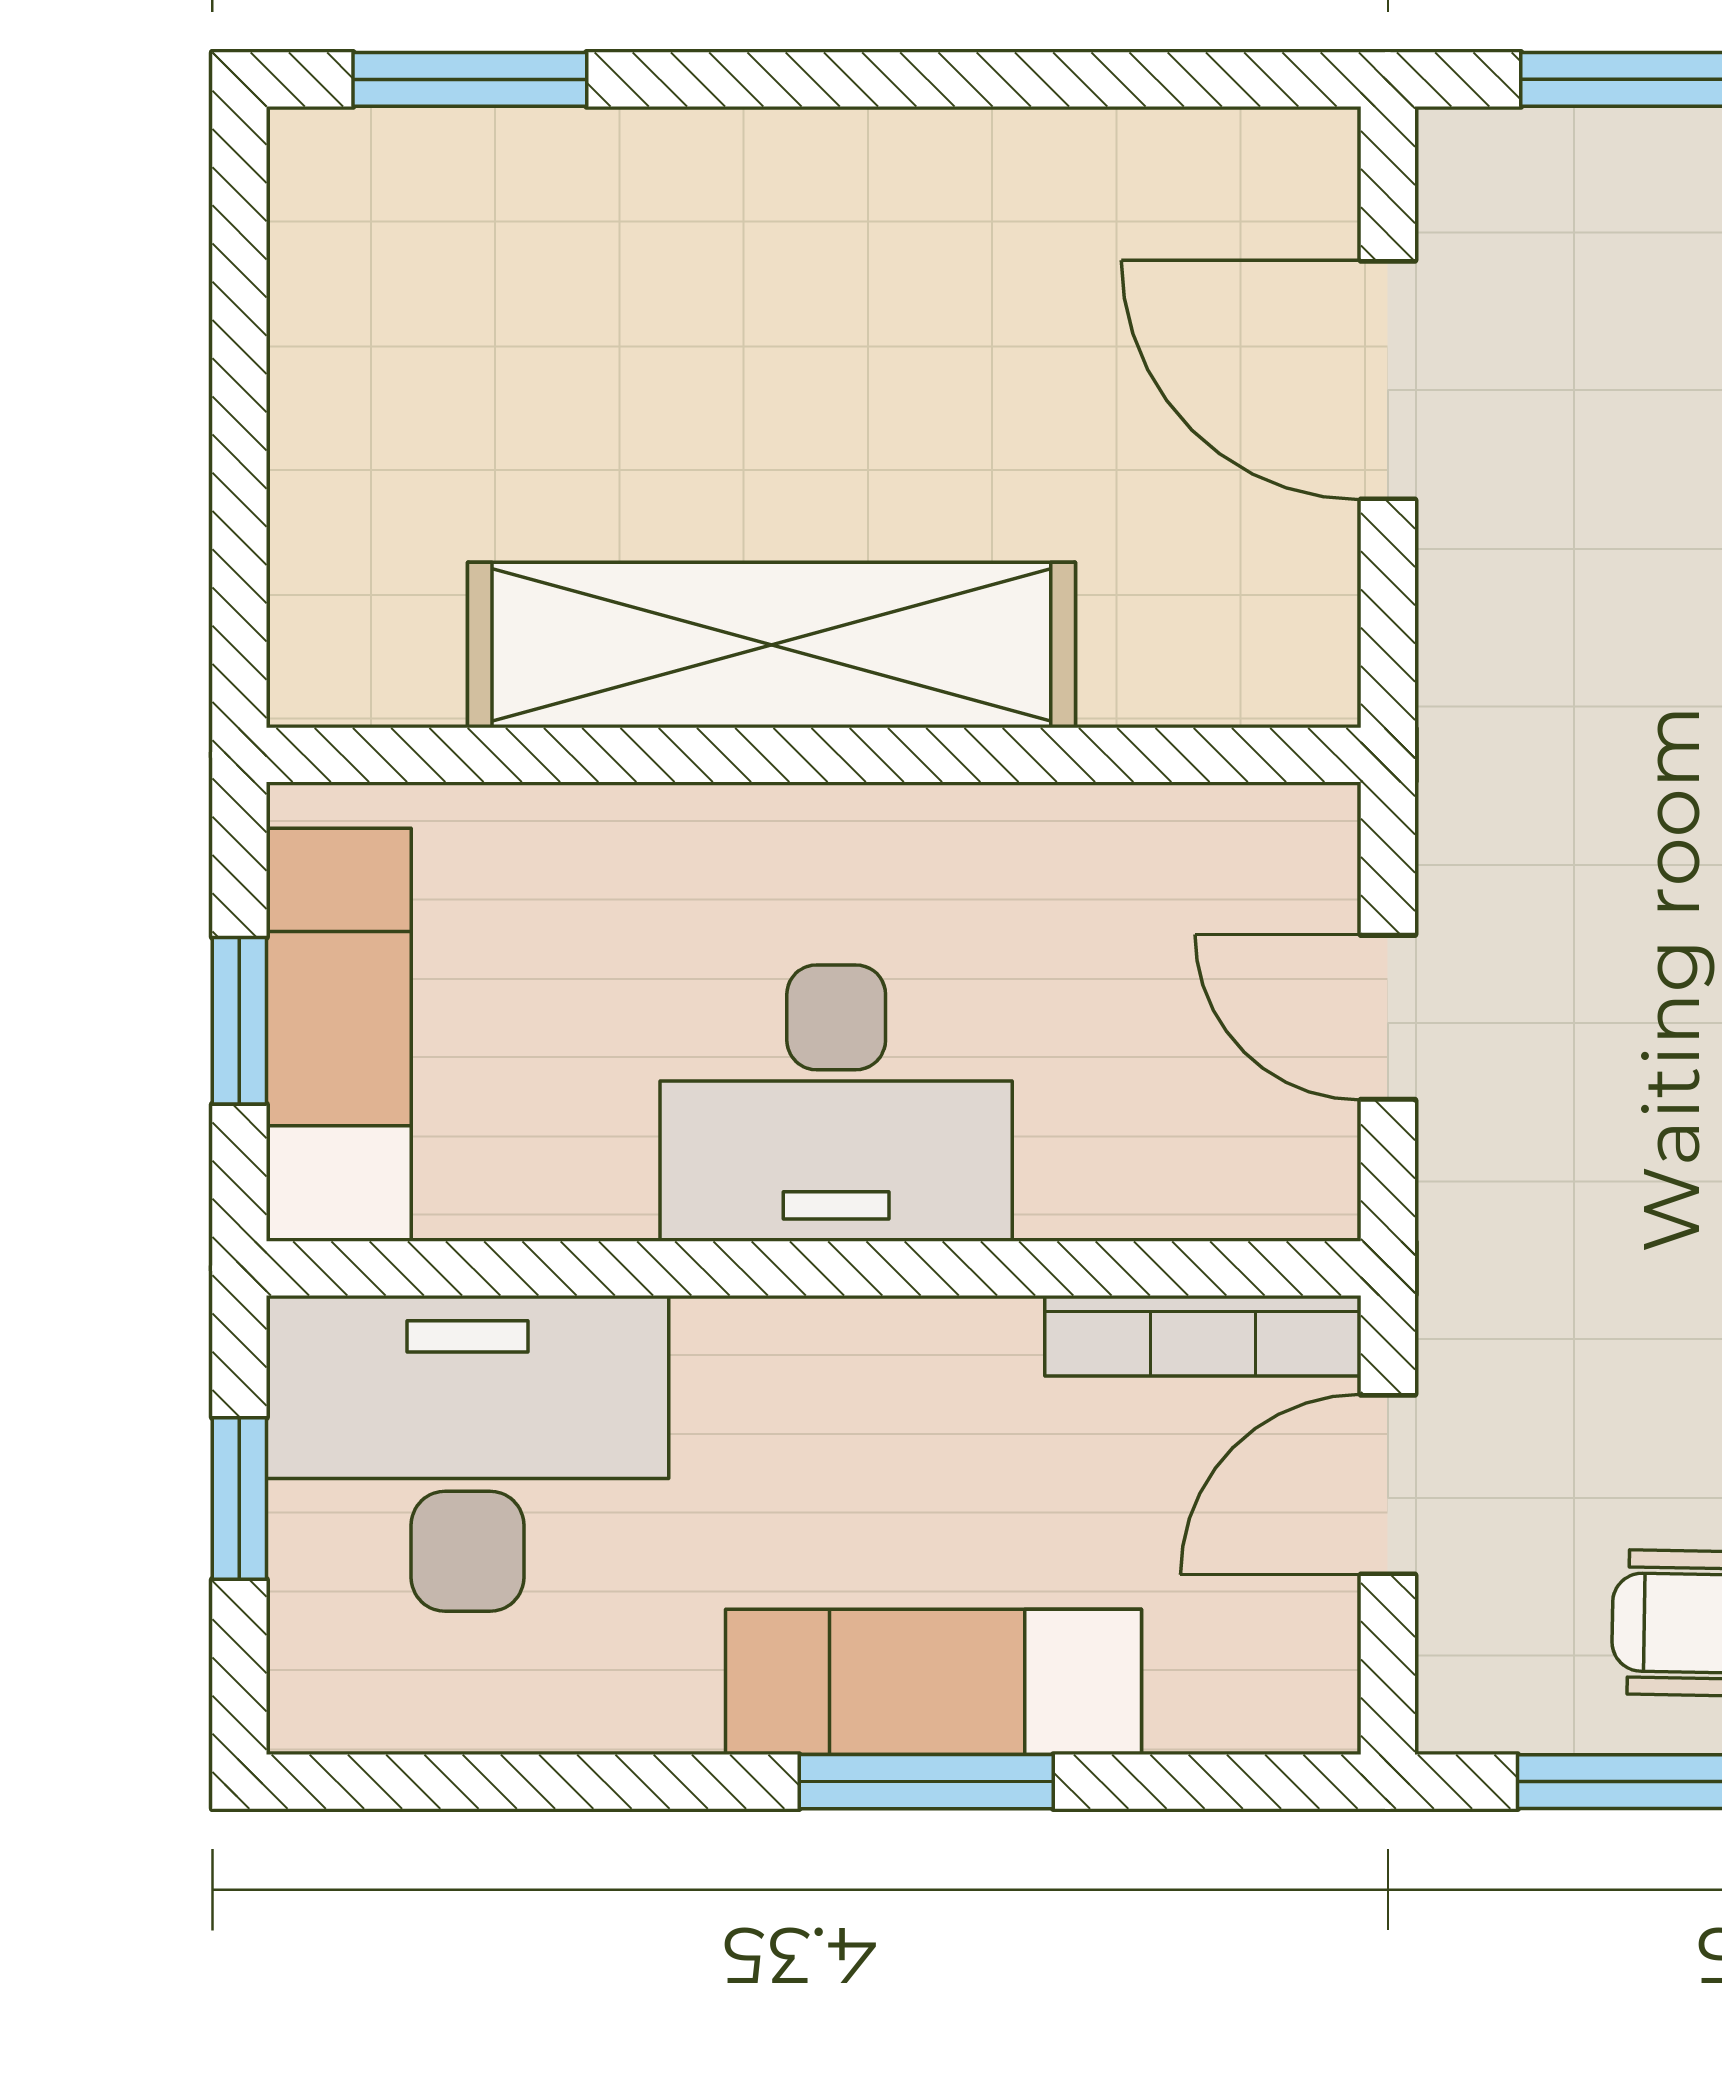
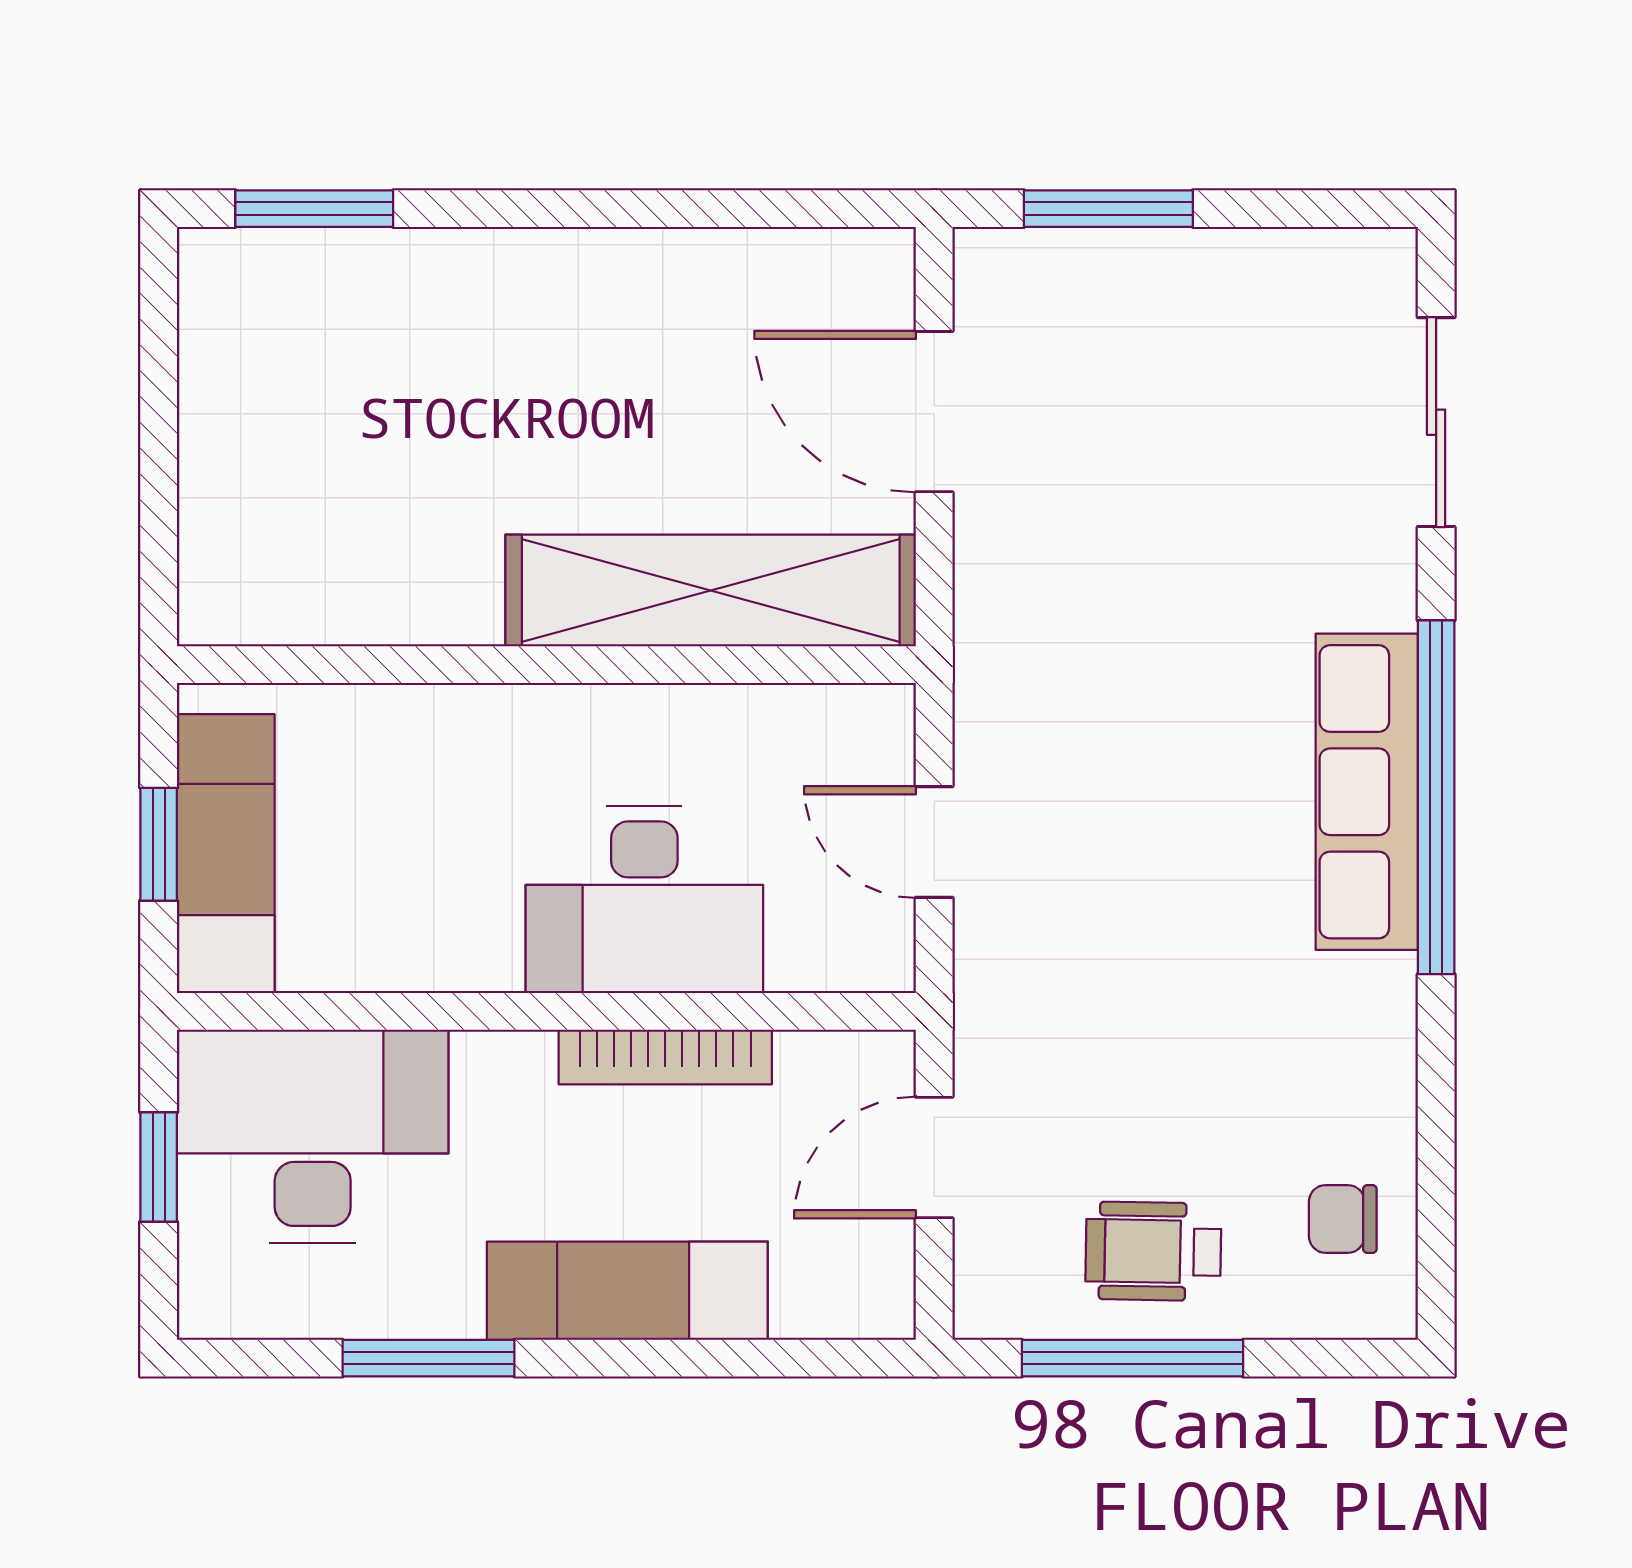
shelving: (771, 645) -> (711, 590), moved
desk: (836, 1103) -> (644, 900), moved
bookcase: (1203, 1336) -> (665, 1057), moved
window: (926, 1782) -> (429, 1358), moved

